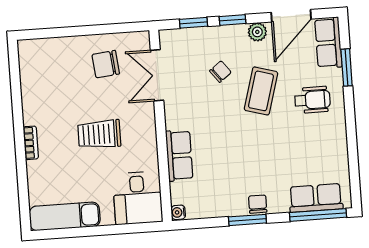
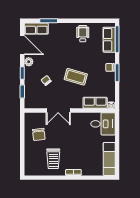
double door: (157, 75) -> (58, 111), moved
coffee table: (261, 91) -> (76, 77), moved
wheelchair: (313, 100) -> (83, 34), moved
trolley: (99, 134) -> (53, 159), moved
row of seats: (179, 155) -> (95, 103), moved

